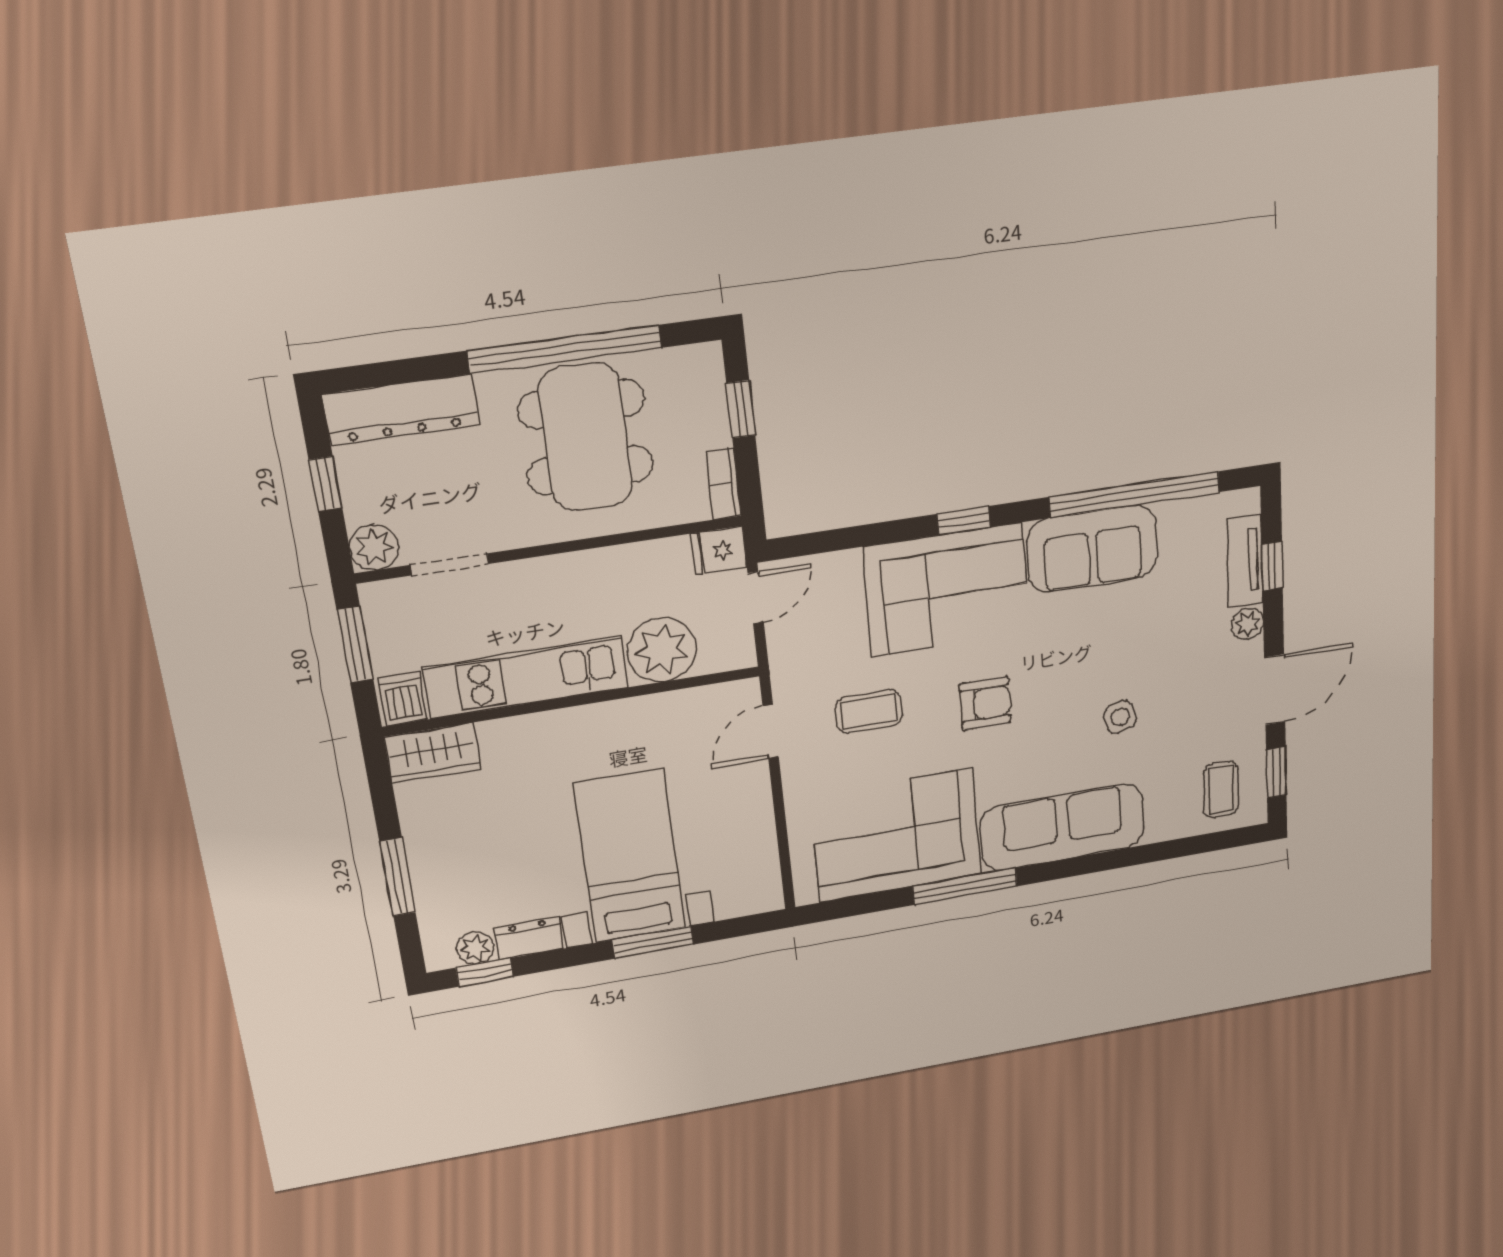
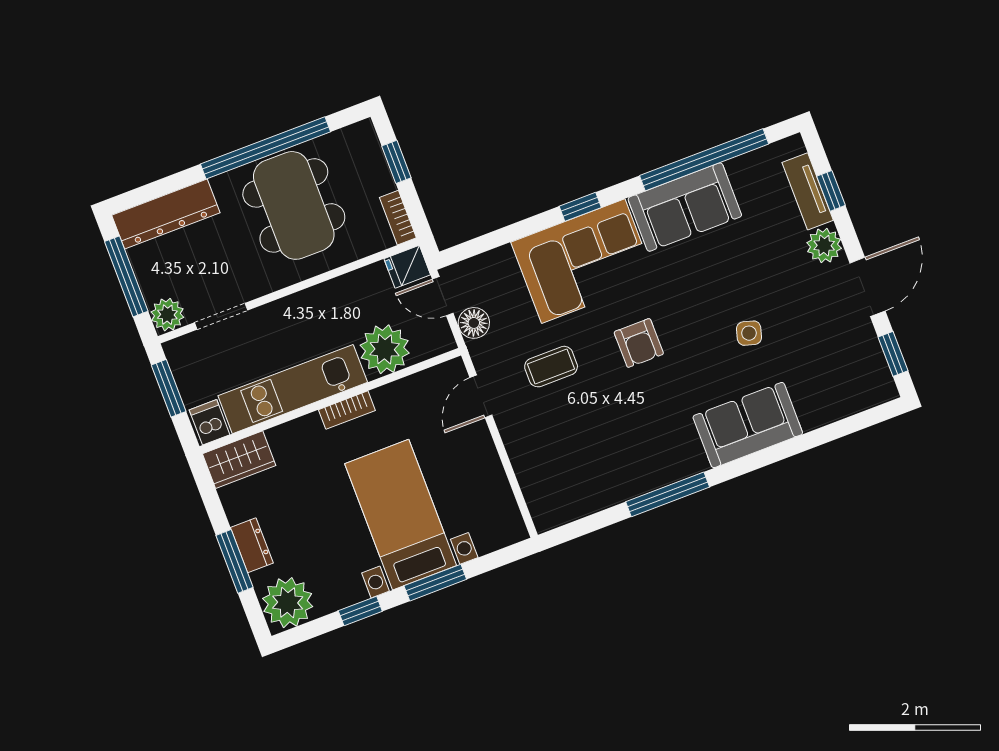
window: (325, 484) -> (126, 276), width x2.17
door: (756, 598) -> (443, 296), swing flipped
plant: (1248, 624) -> (824, 246), width x1.38, depth x1.38
floor lamp: (787, 639) -> (474, 323), added
armchair: (985, 703) -> (639, 343), turned 90
bookcase: (592, 717) -> (347, 410), added
side table: (1120, 717) -> (749, 333), turned 32
coffee table: (1221, 790) -> (852, 377), removed
sofa: (1063, 827) -> (748, 425), width x0.73
corner sofa: (896, 835) -> (600, 462), removed
dresser: (529, 938) -> (252, 545), moved, turned 90
plant: (475, 948) -> (288, 603), width x1.87, depth x1.87
window: (484, 972) -> (360, 611), moved

